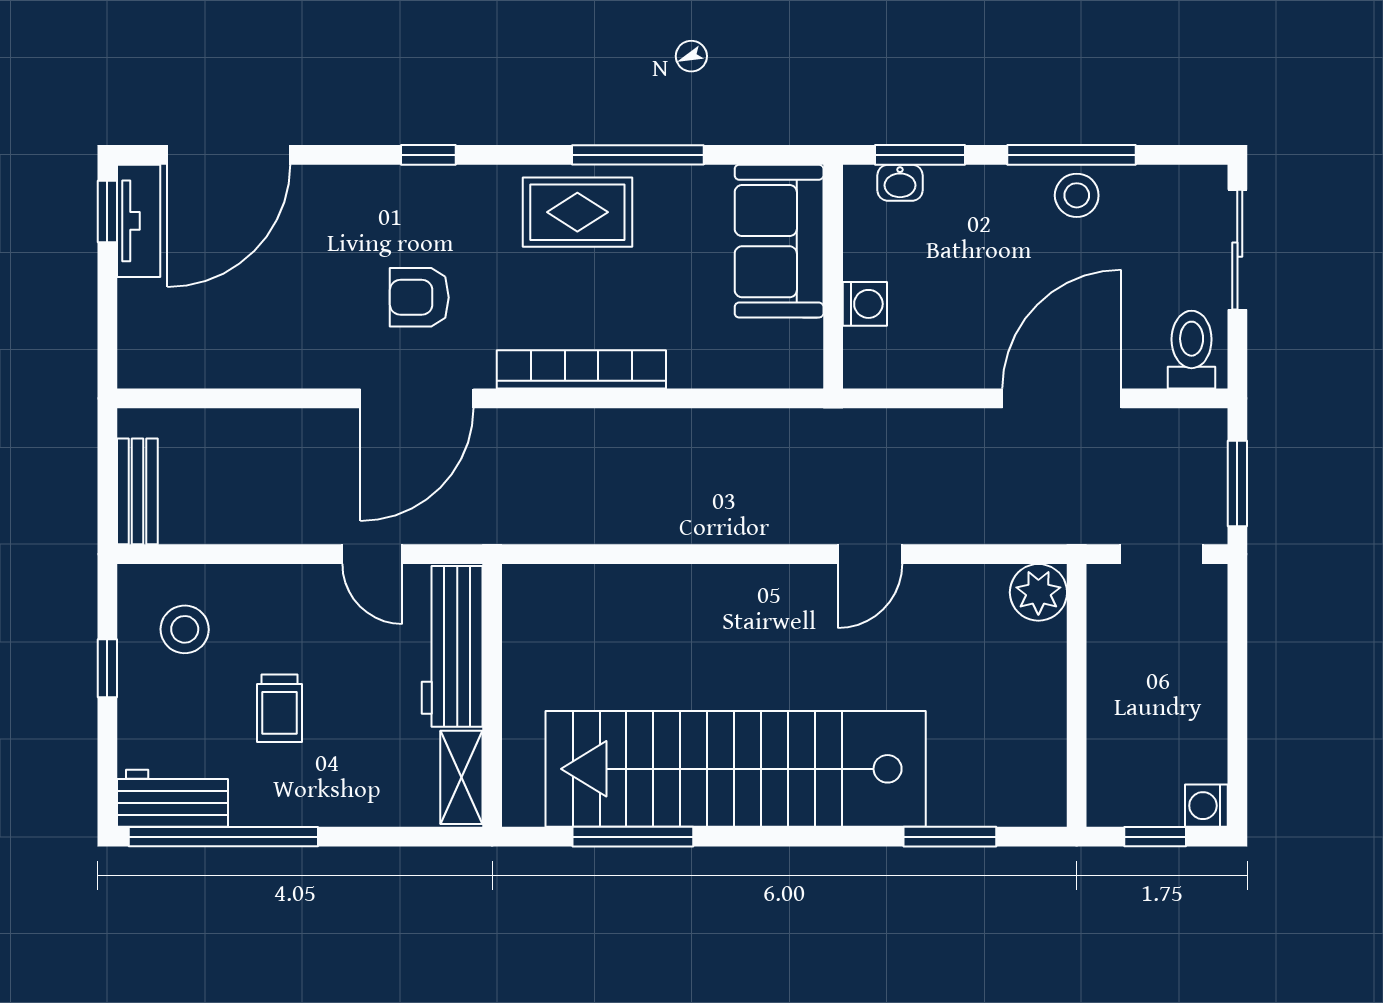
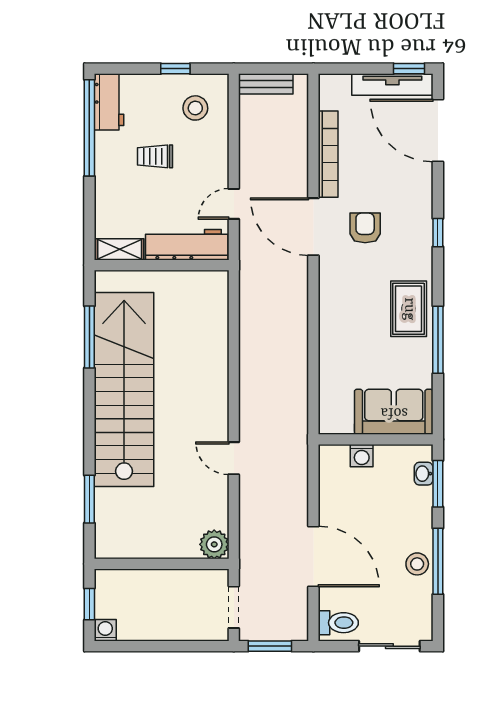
tv unit: (139, 221) -> (392, 84), width x1.41
bookcase: (581, 369) -> (328, 154), moved

